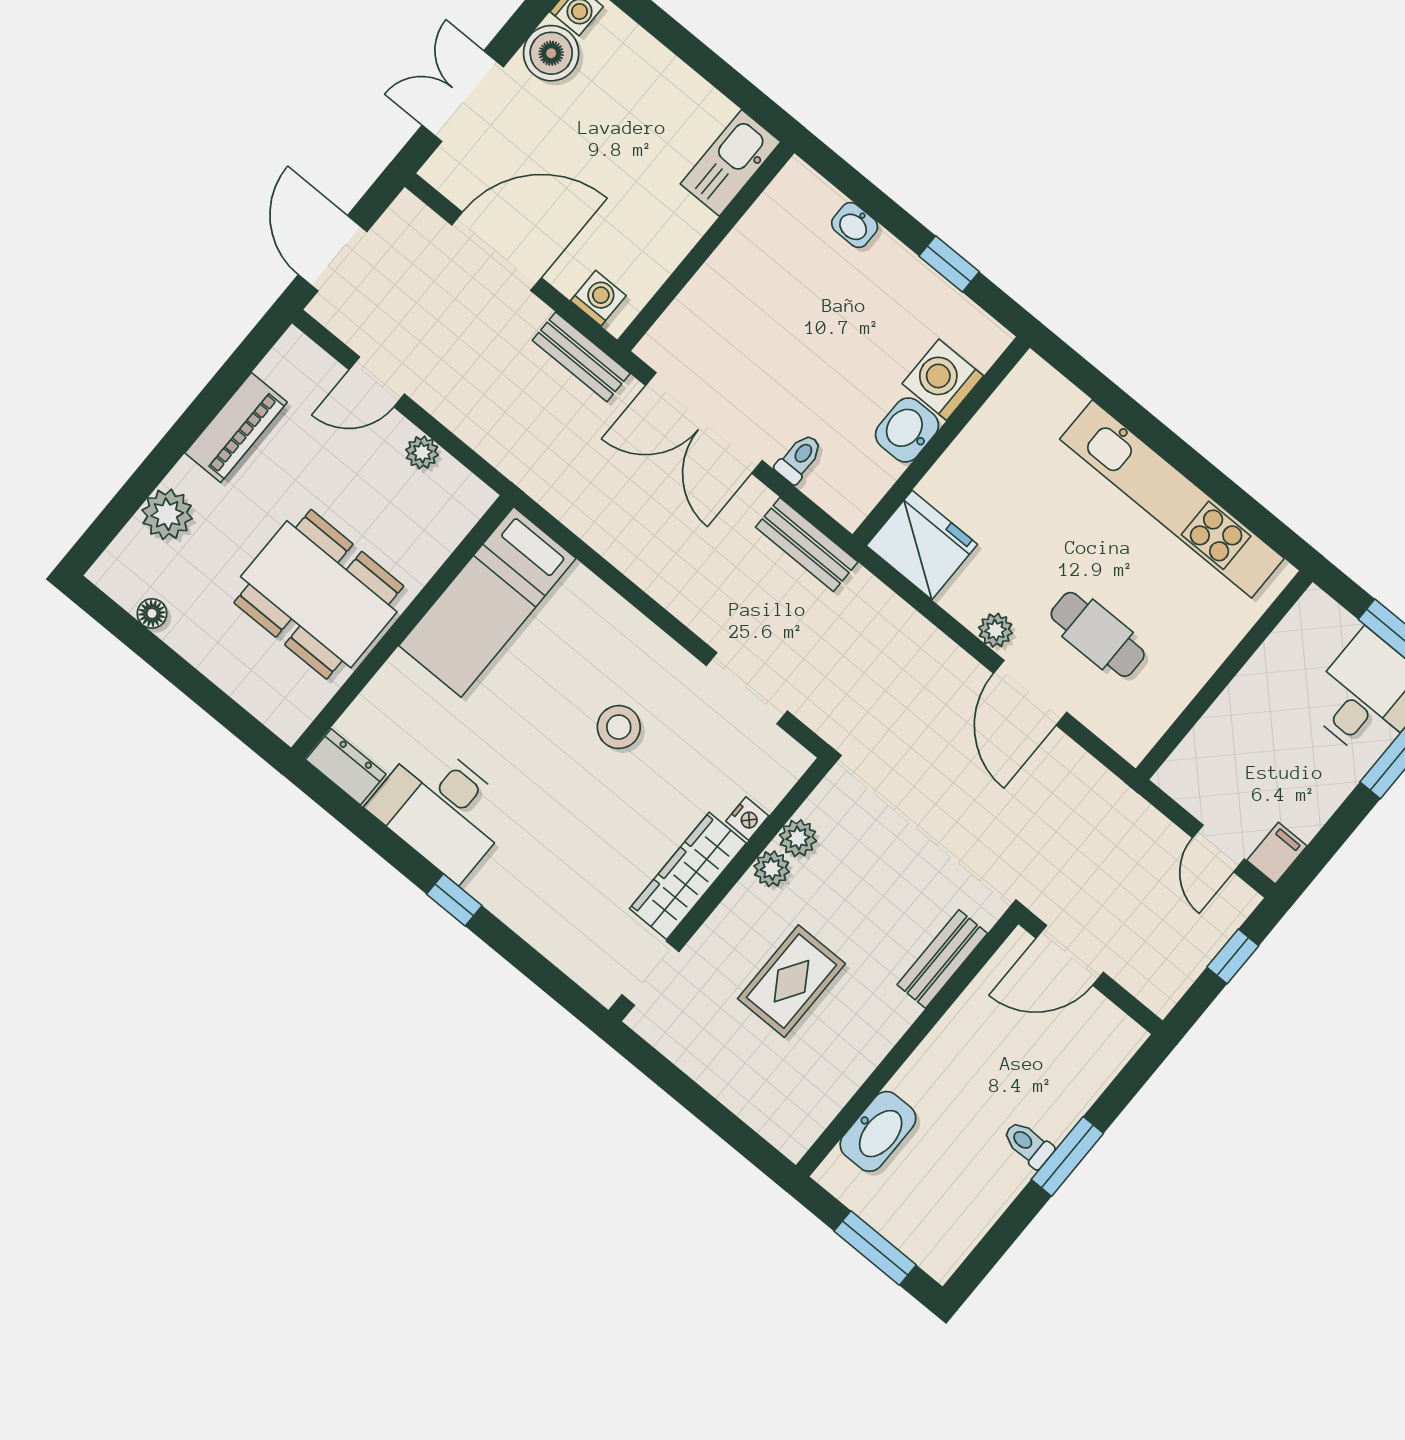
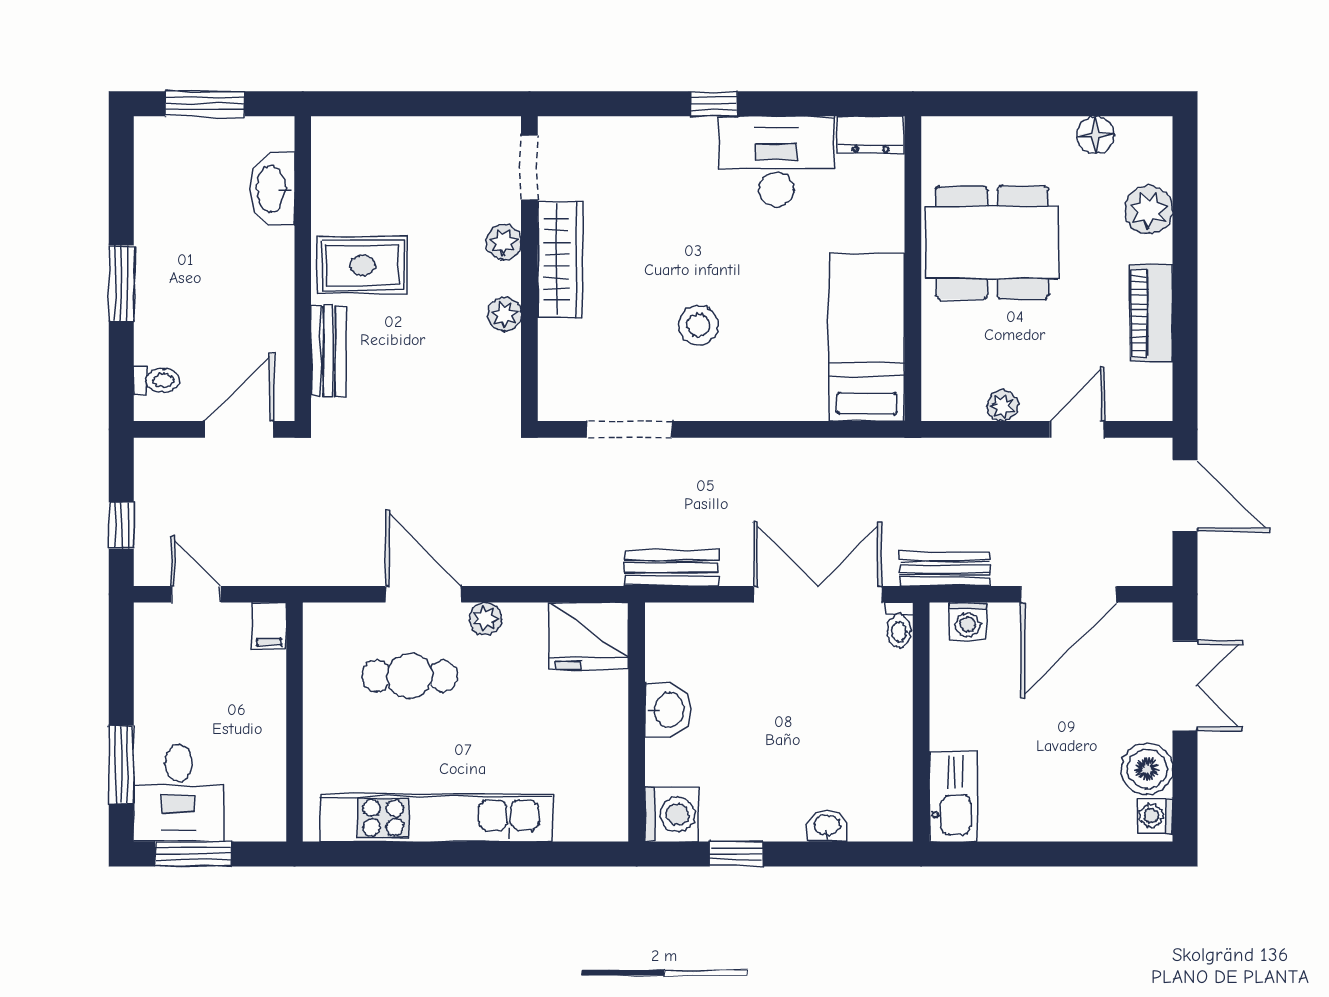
washing machine: (943, 380) -> (672, 815), moved
toilet: (799, 458) -> (899, 625), moved
floor lamp: (152, 613) -> (1096, 135), width x1.37, depth x1.37
nightstand: (747, 819) -> (552, 336), removed
plant: (798, 838) -> (504, 242), moved
filing cabinet: (1277, 853) -> (269, 626), moved
rug: (791, 981) -> (362, 265), moved, turned 90
toilet: (1028, 1144) -> (157, 380), moved

